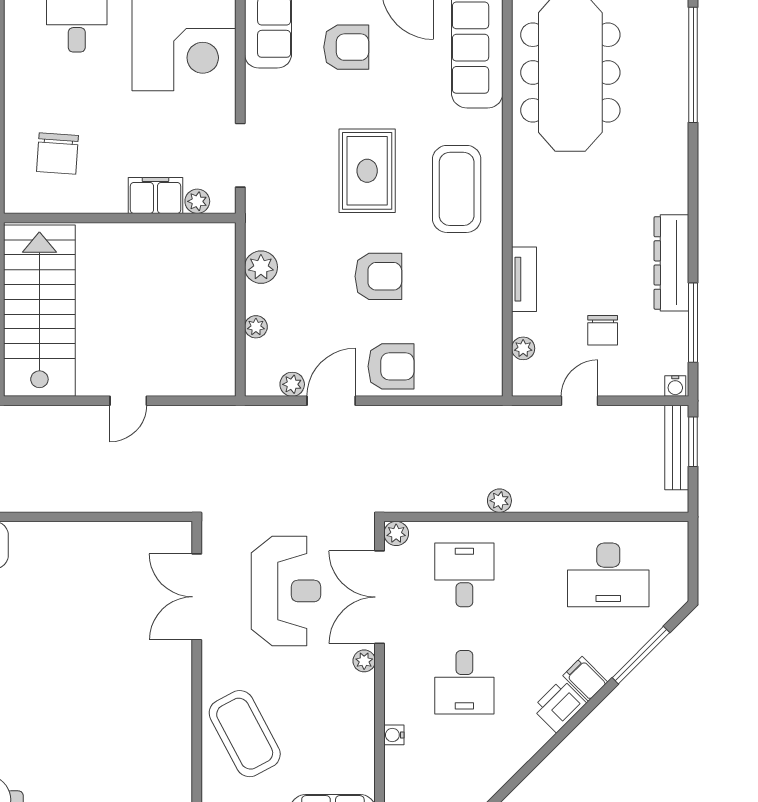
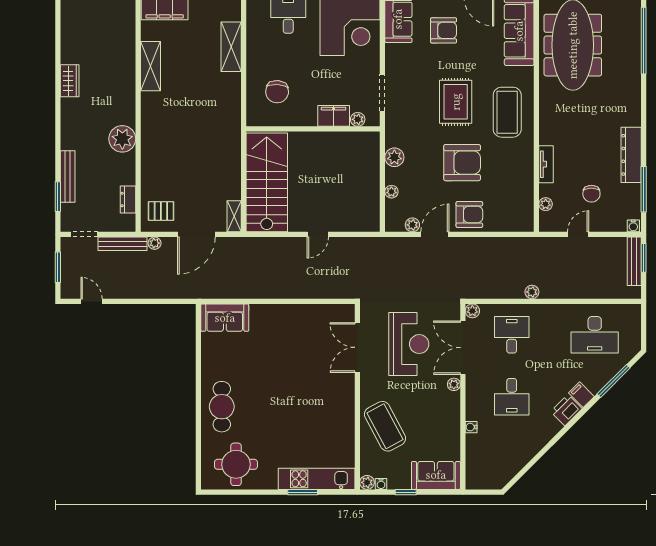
armchair: (378, 276) -> (462, 163), width x1.36, depth x1.36

